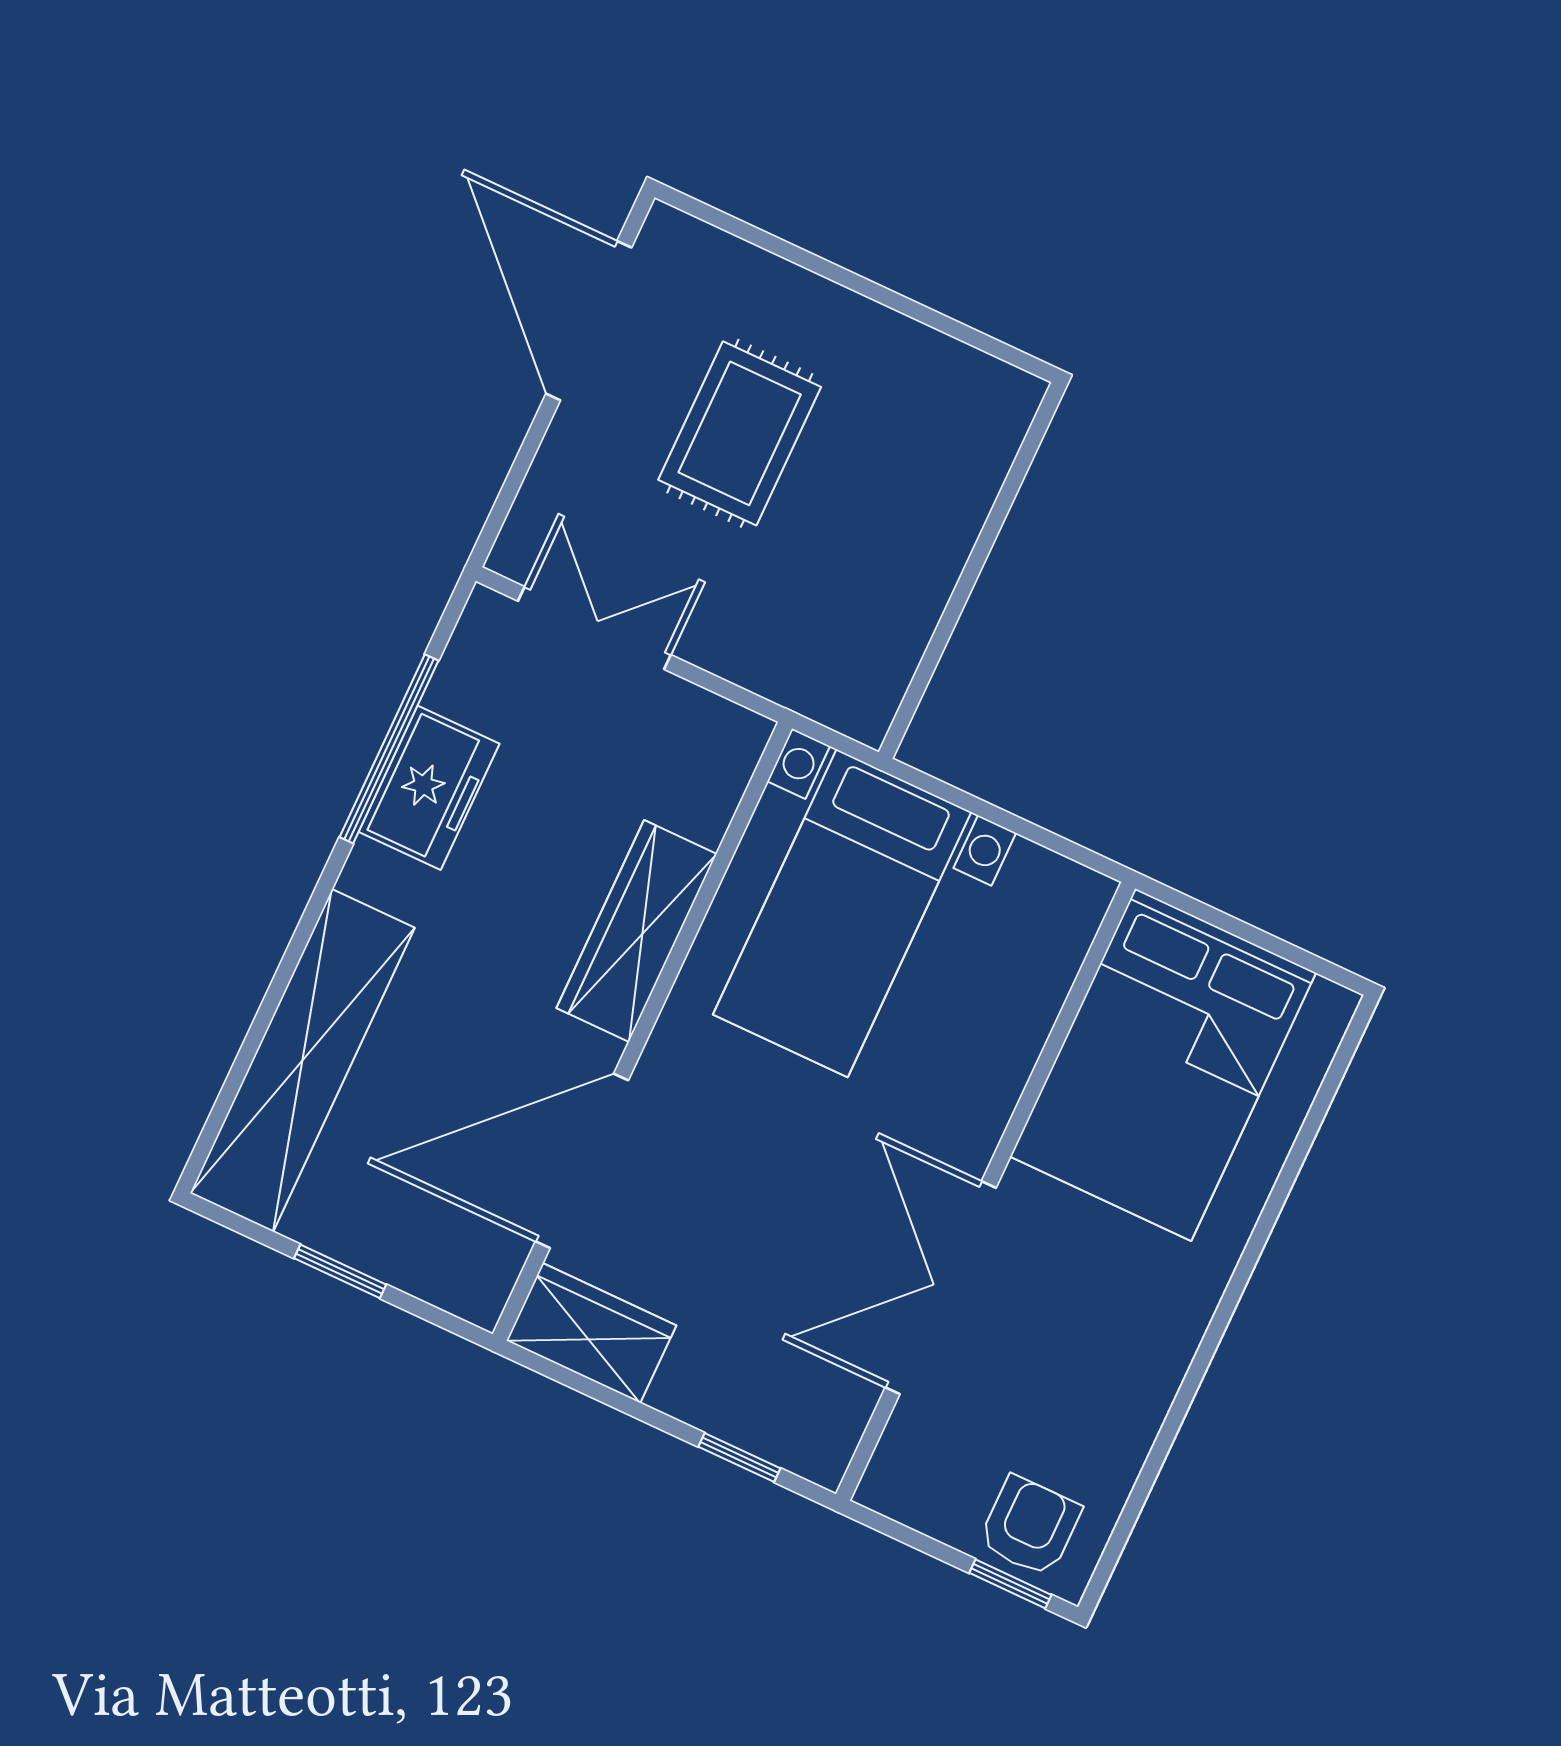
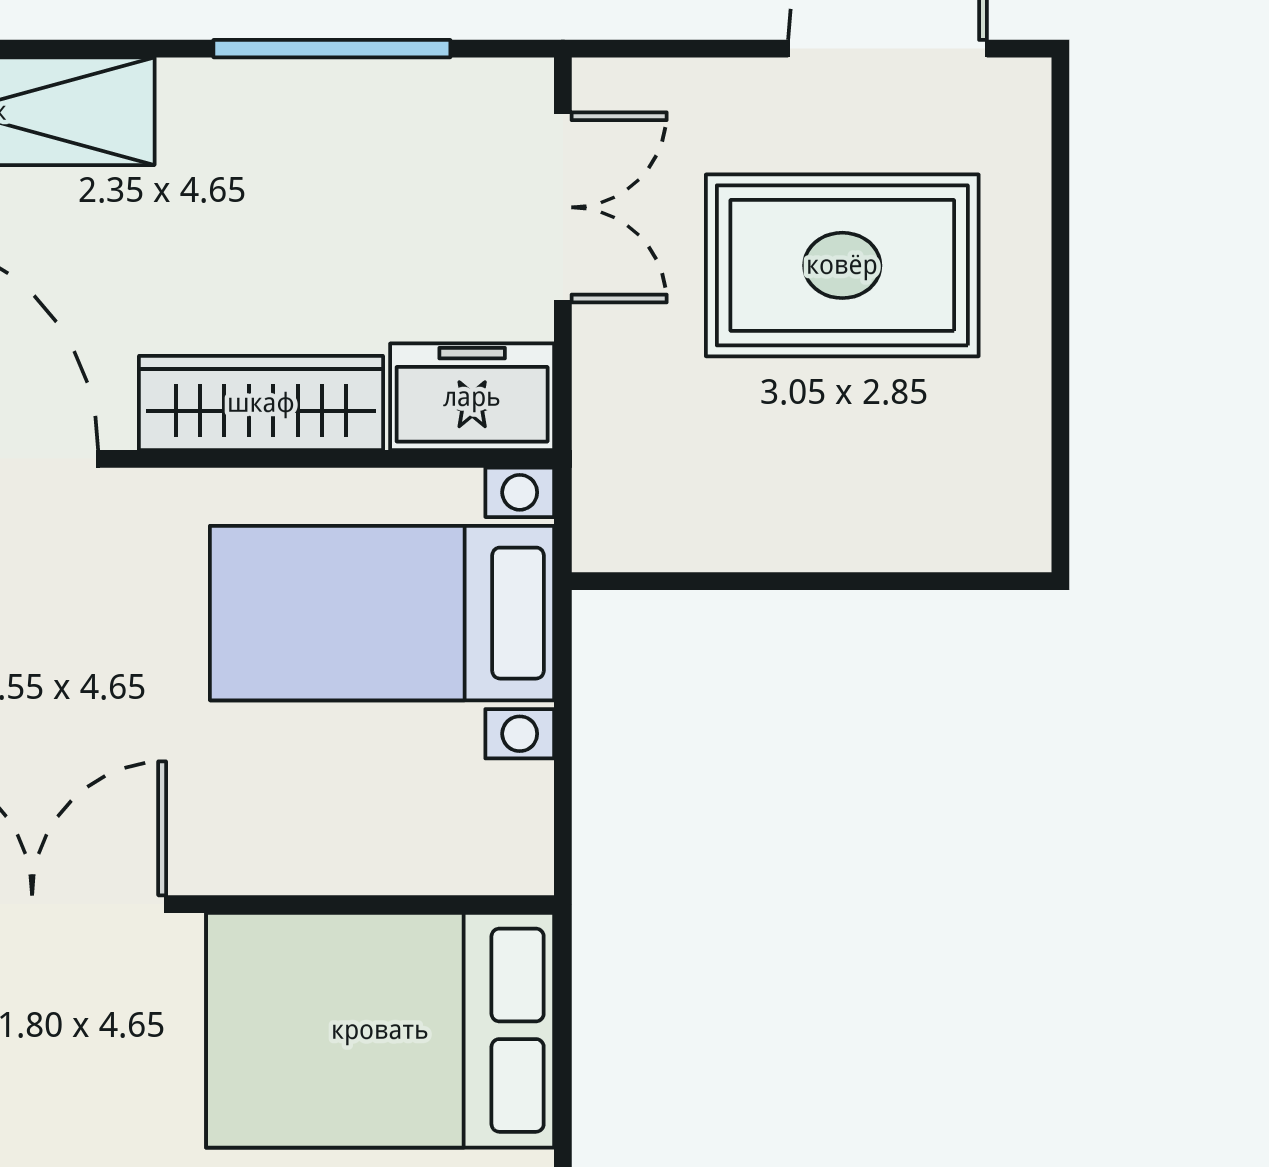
rug: (740, 433) -> (842, 265), width x1.36, depth x1.43
freezer: (429, 788) -> (472, 397), moved, turned 180

